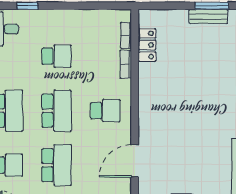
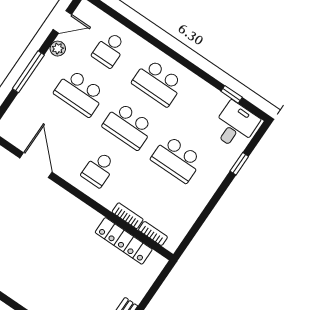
locker: (147, 45) -> (124, 241), width x1.53
school desk: (57, 56) -> (177, 159), width x1.85

